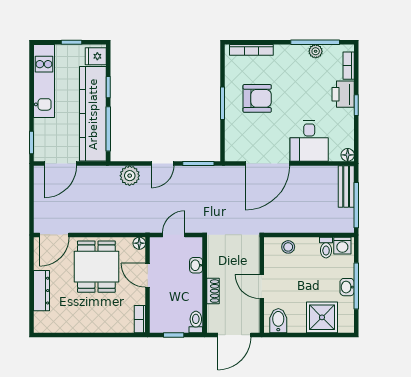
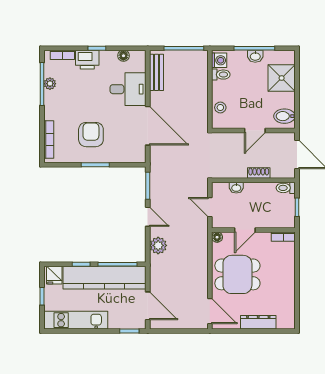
floor lamp: (348, 155) -> (123, 56), moved
bench: (346, 187) -> (157, 72), moved, turned 90

